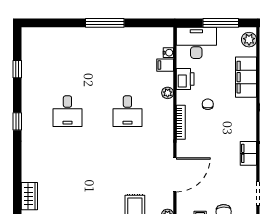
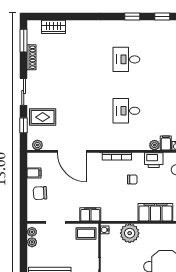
plant: (168, 93) -> (154, 145), moved
window: (17, 121) -> (132, 16), moved

